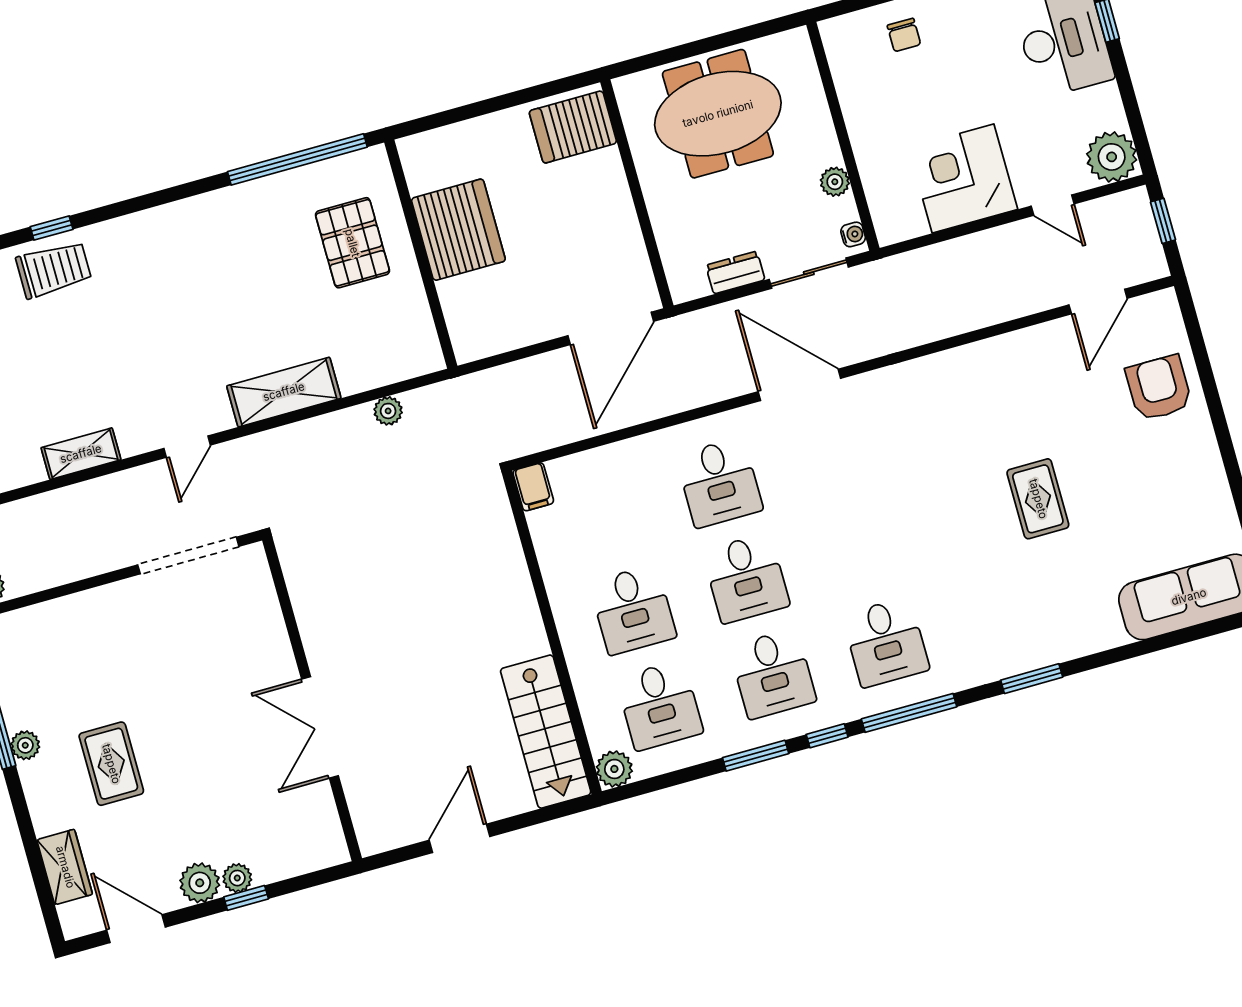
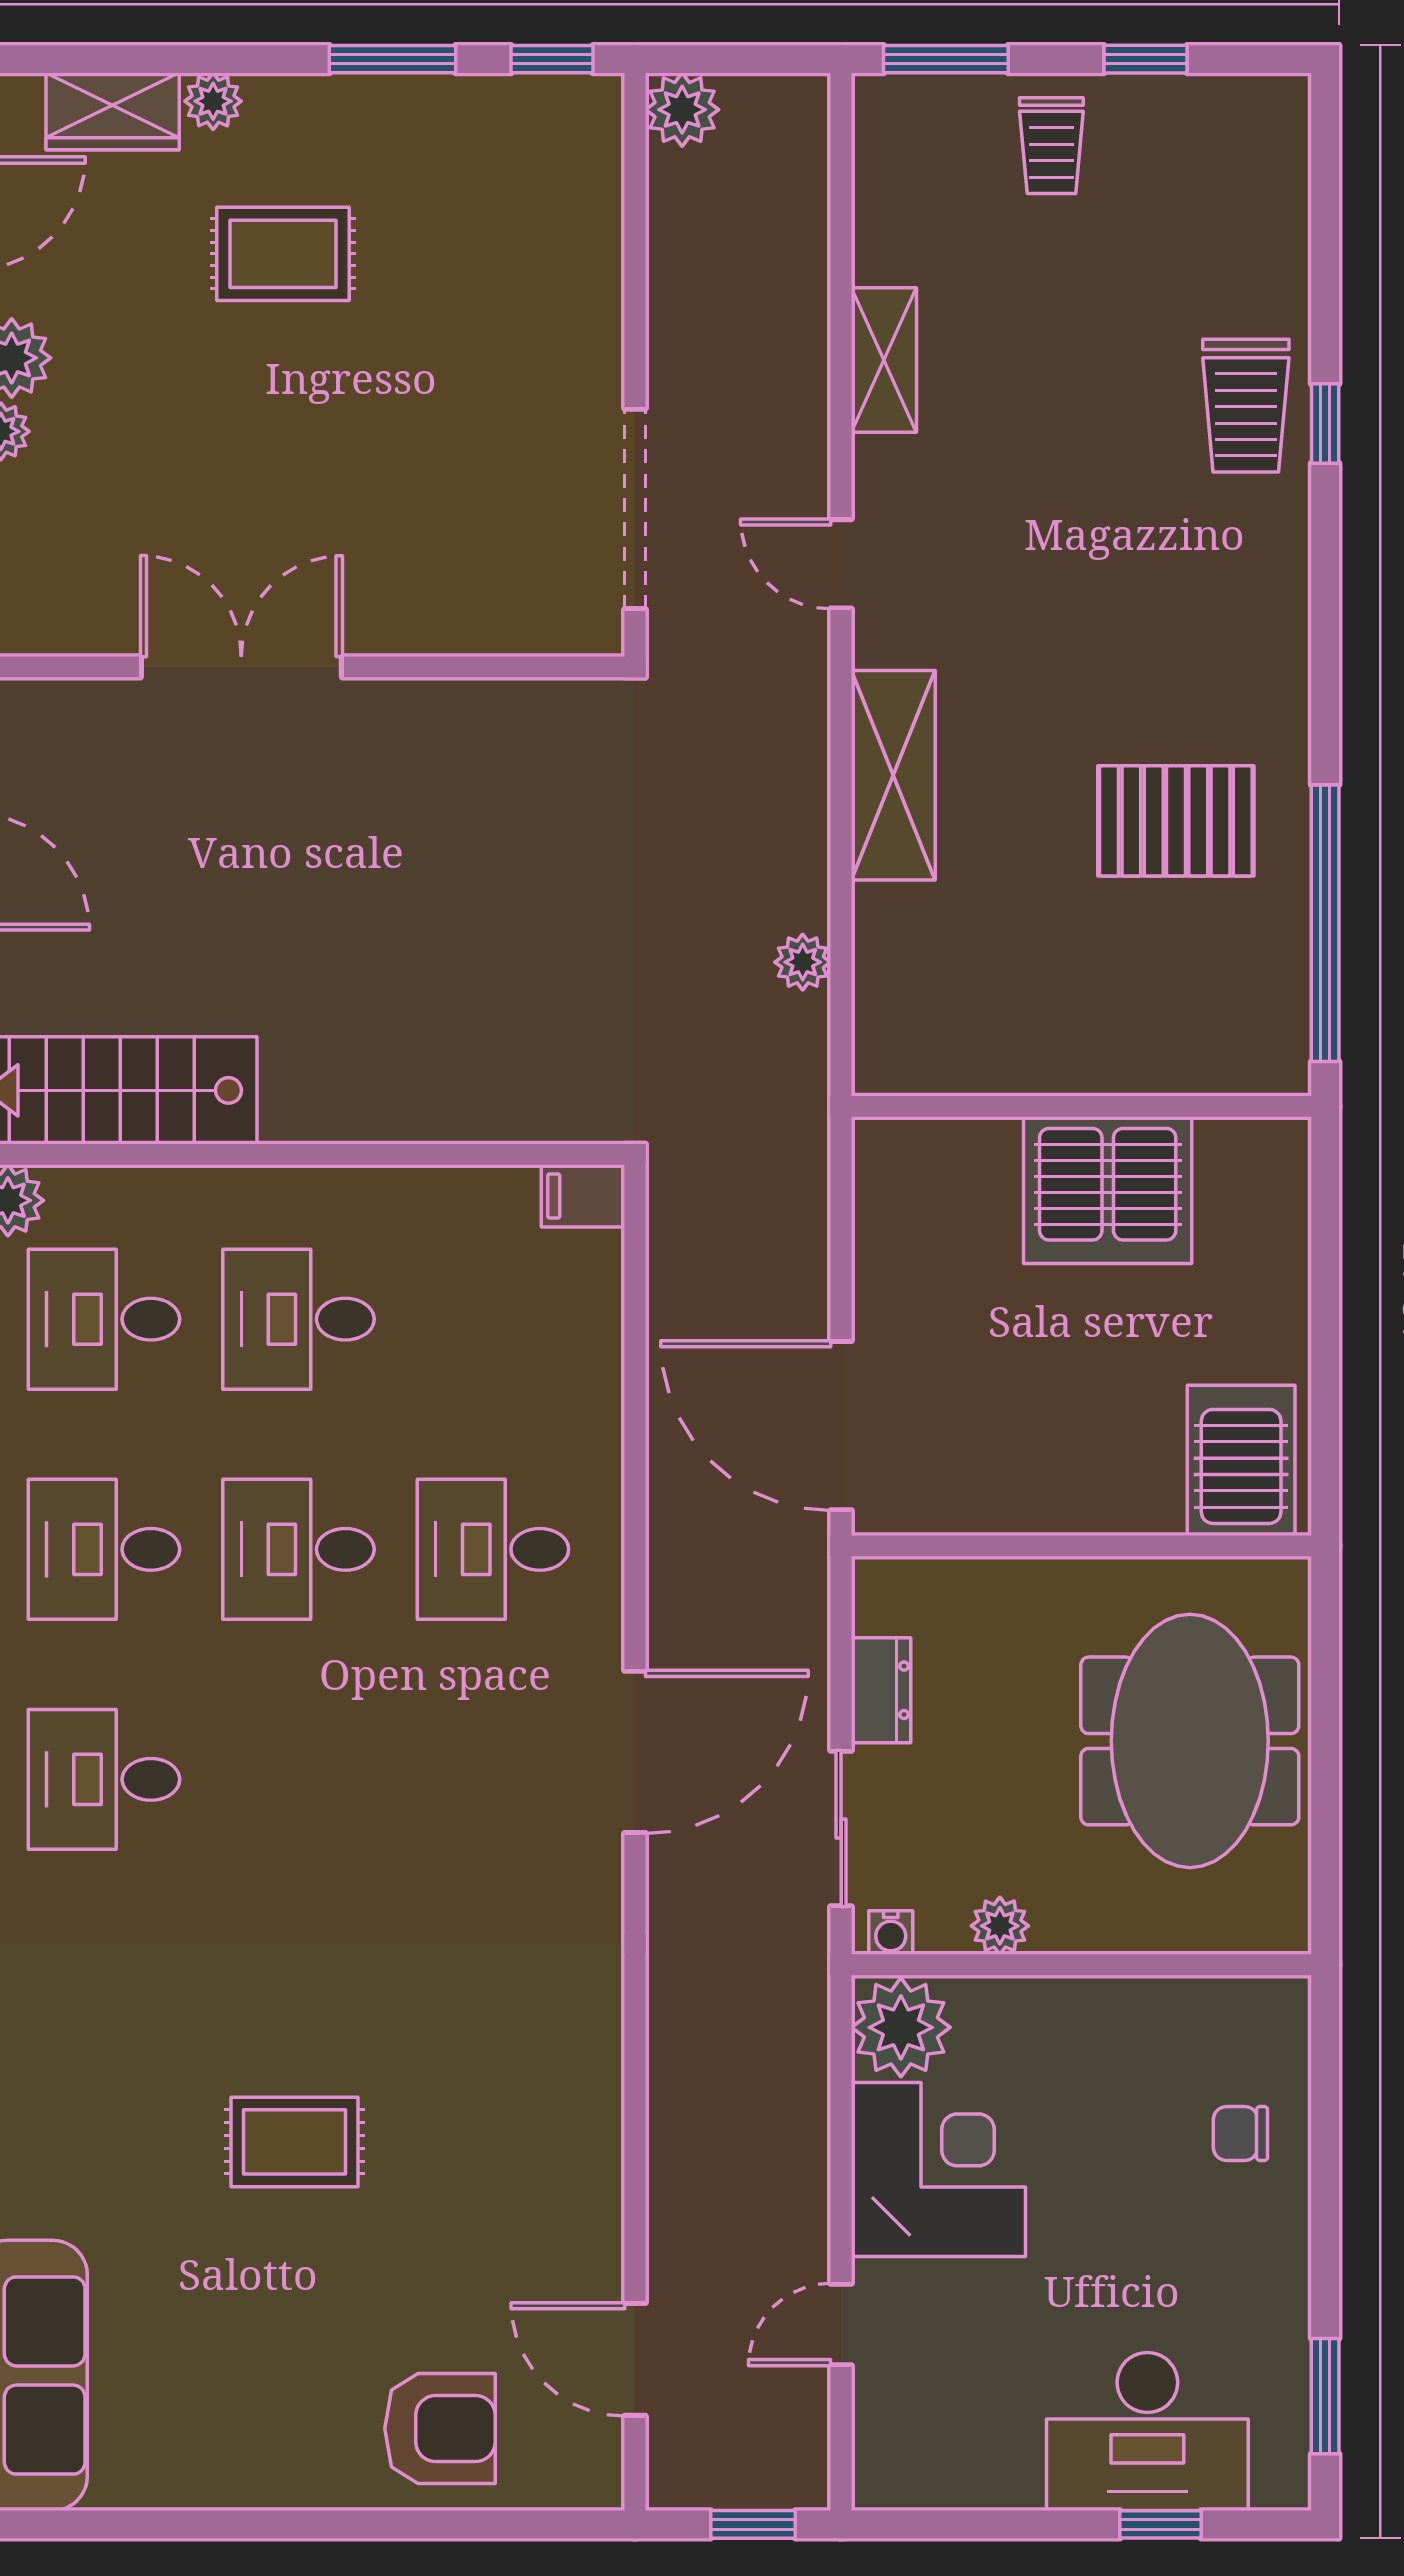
plant: (1112, 157) -> (901, 2027), moved
pallet: (352, 243) -> (1176, 821), moved
plant: (25, 745) -> (213, 101), moved

